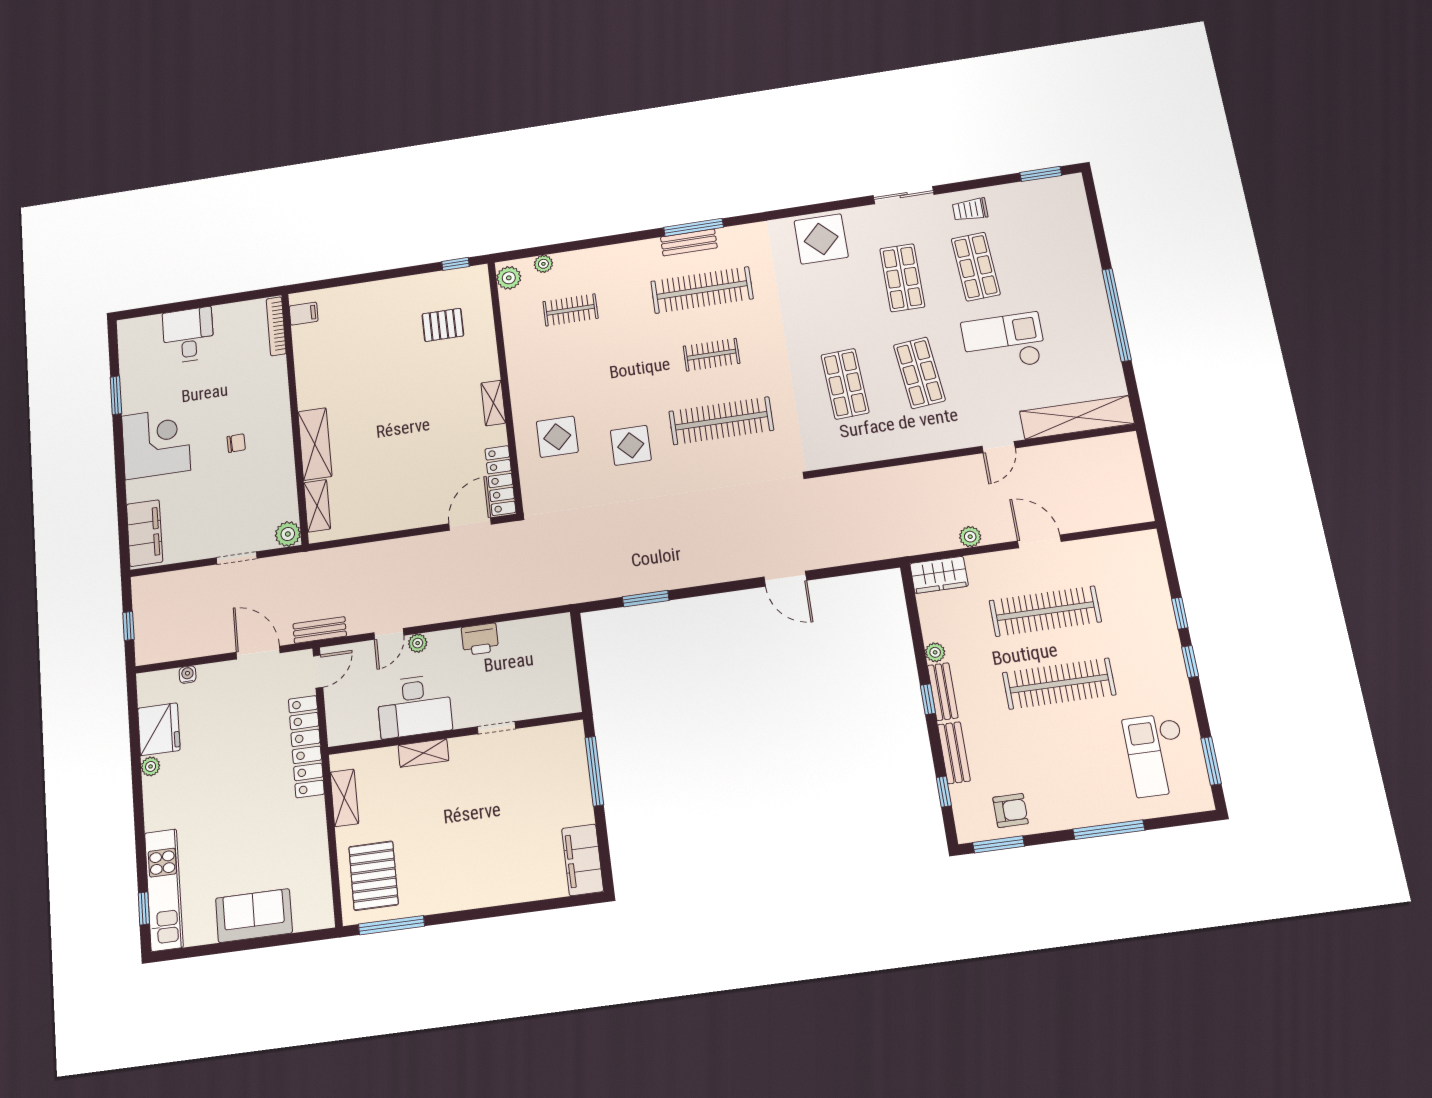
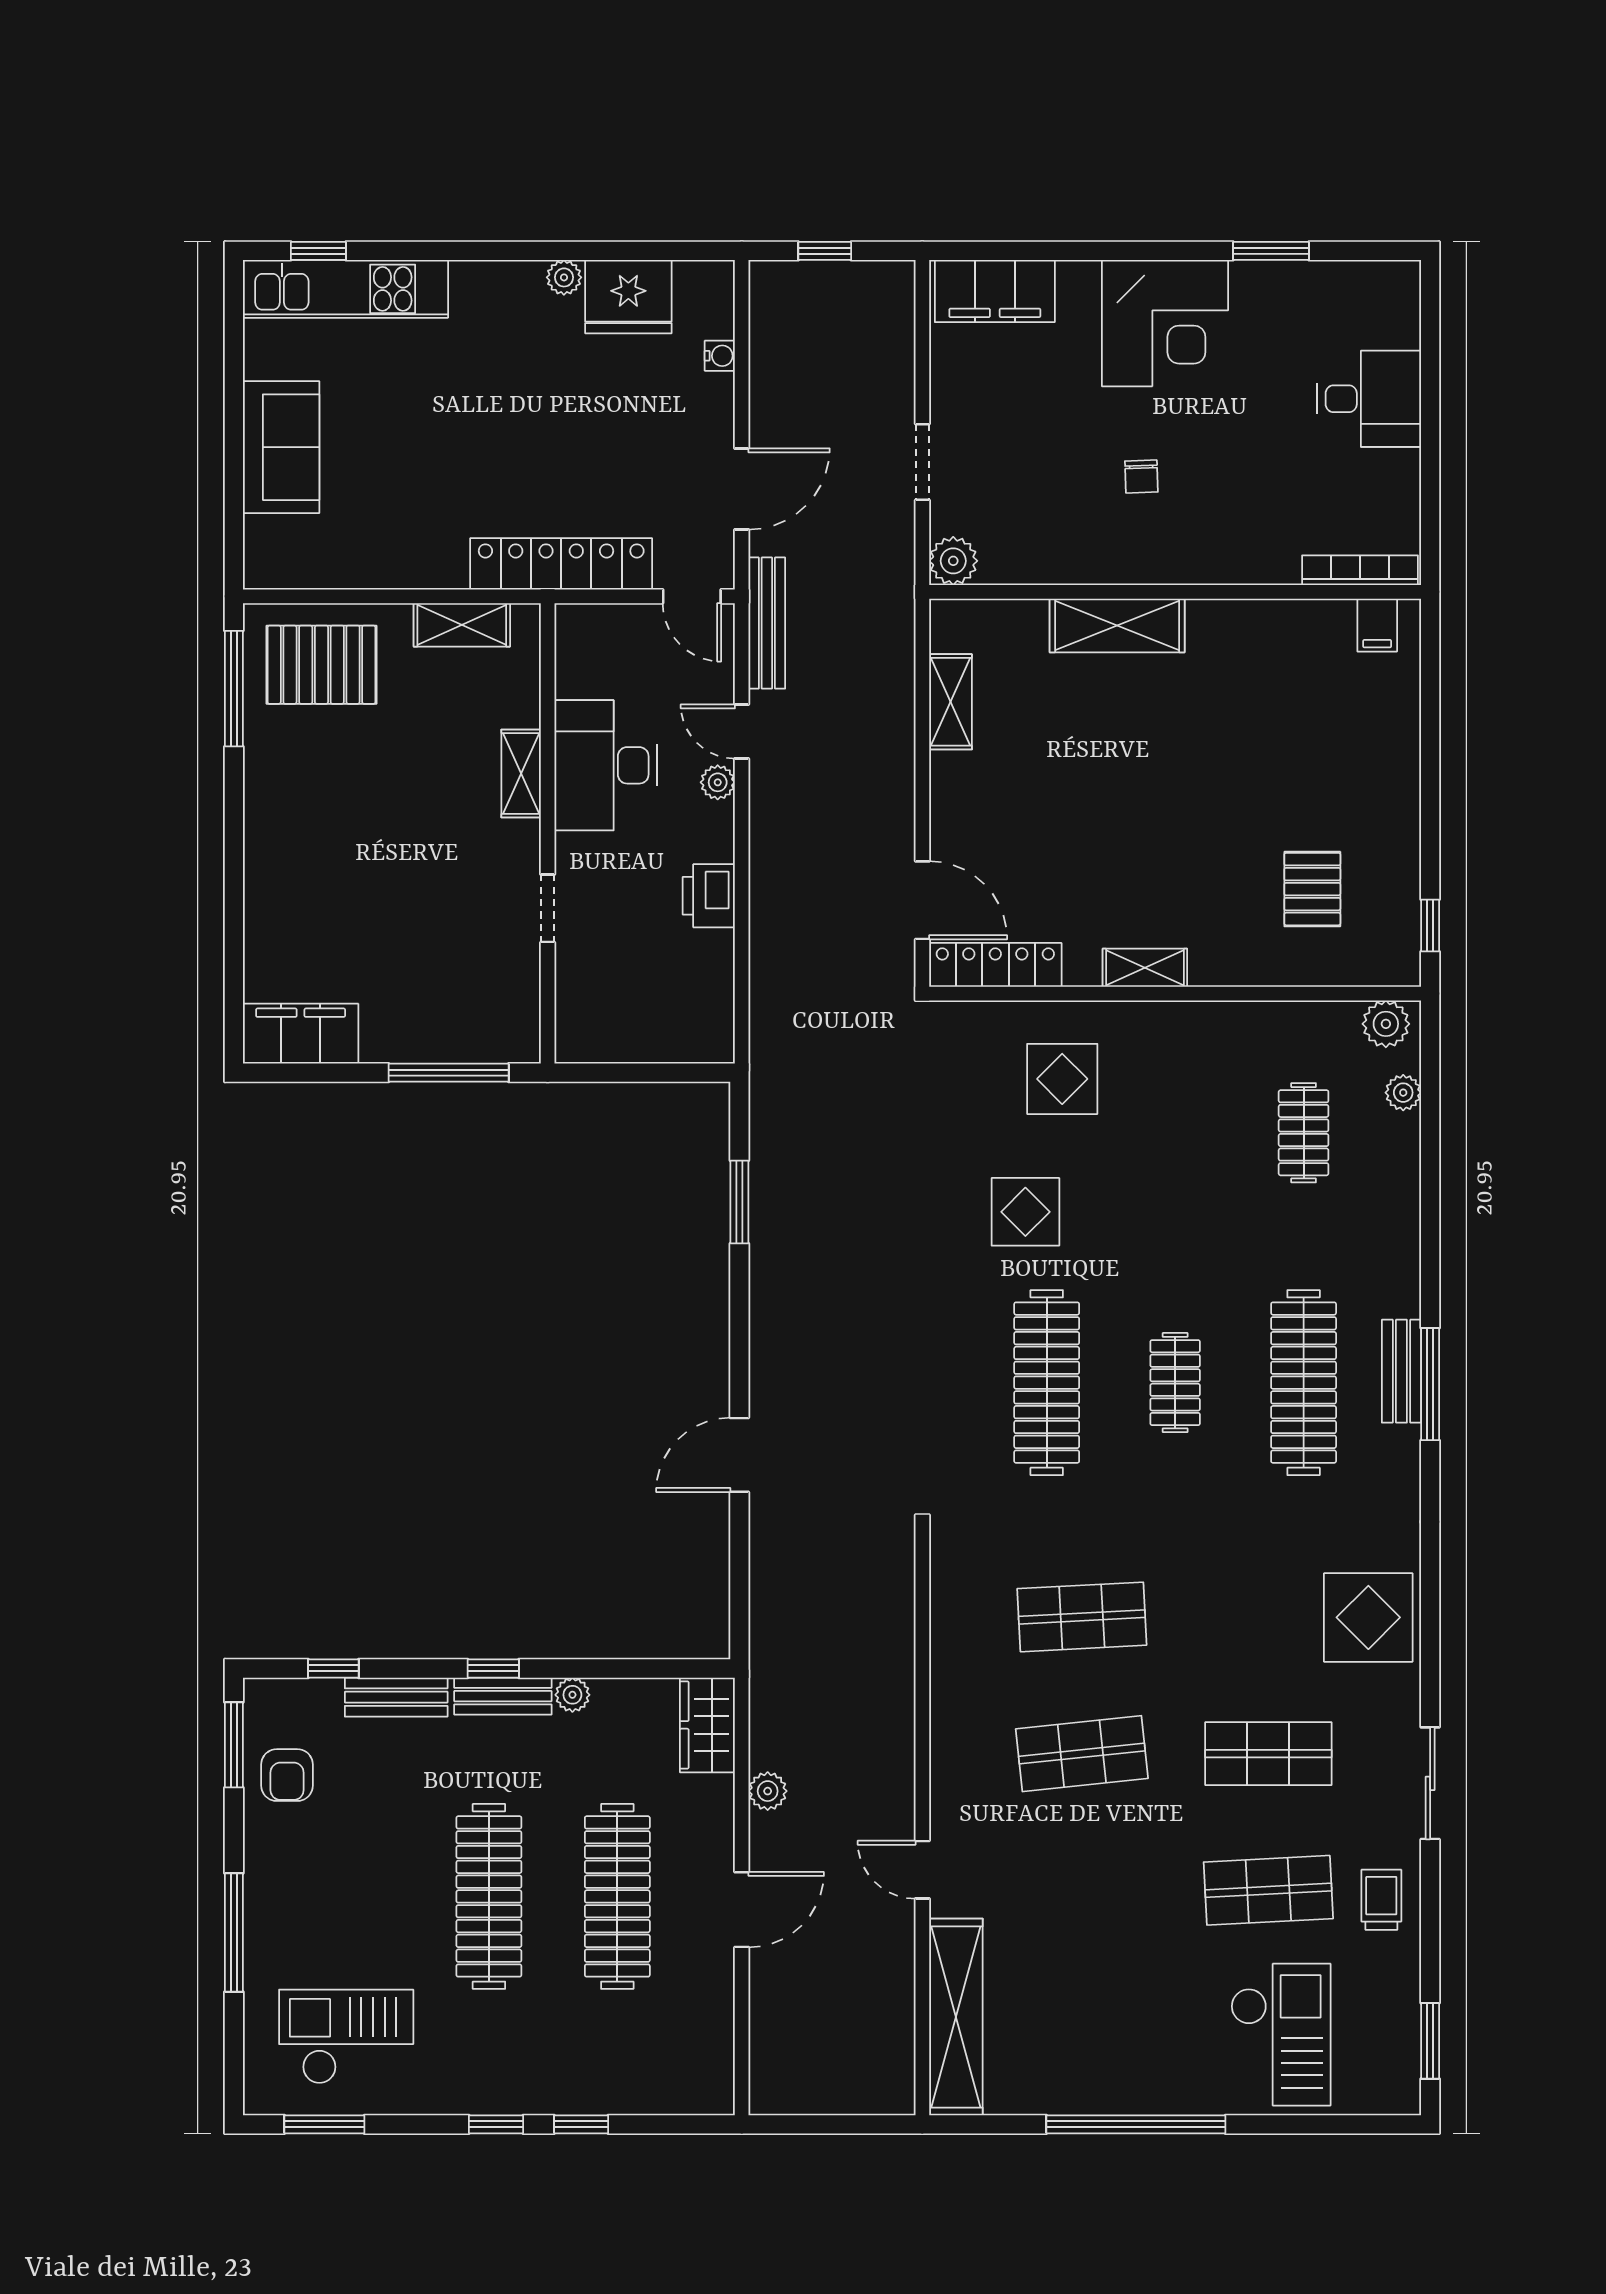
checkout: (1004, 342) -> (1281, 2035), moved
shelving: (317, 506) -> (951, 702), moved, turned 90
bench: (320, 630) -> (767, 623), width x1.36

